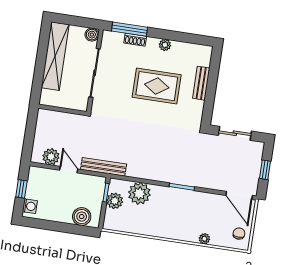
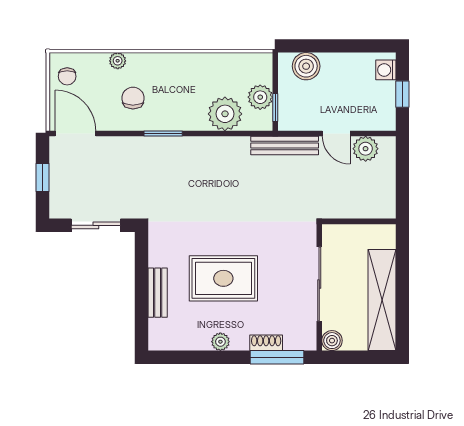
chair: (198, 213) -> (133, 98), added

